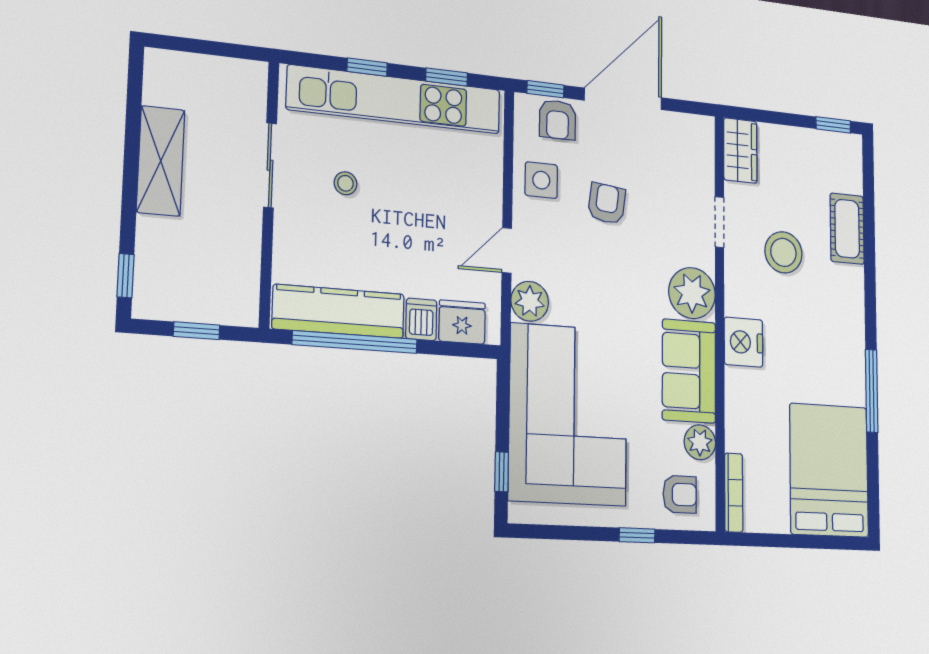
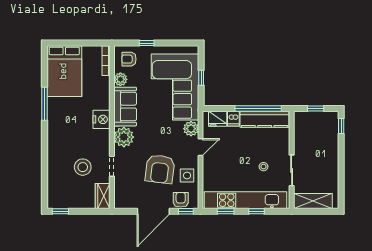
shelving: (161, 161) -> (313, 201), moved, turned 90
armchair: (607, 204) -> (160, 169), width x1.88, depth x1.88
cot: (847, 229) -> (55, 169), removed
stool: (783, 252) -> (83, 167), moved
window: (502, 472) -> (201, 78), moved

